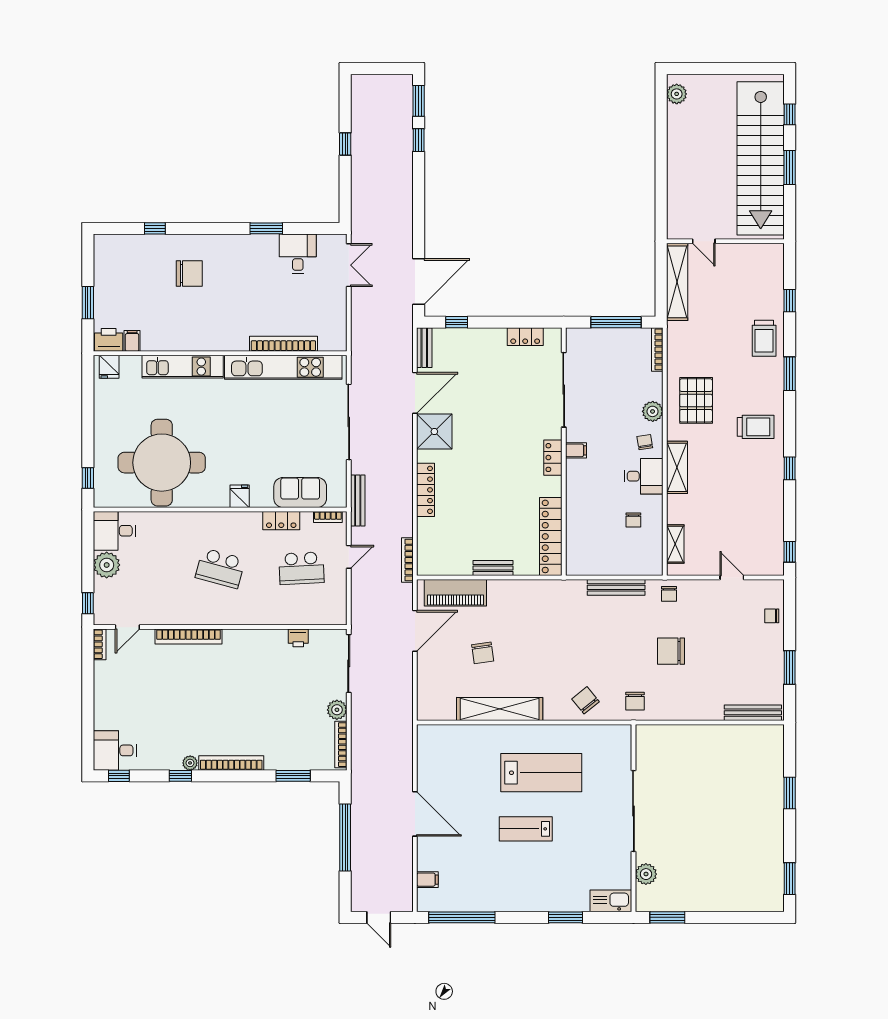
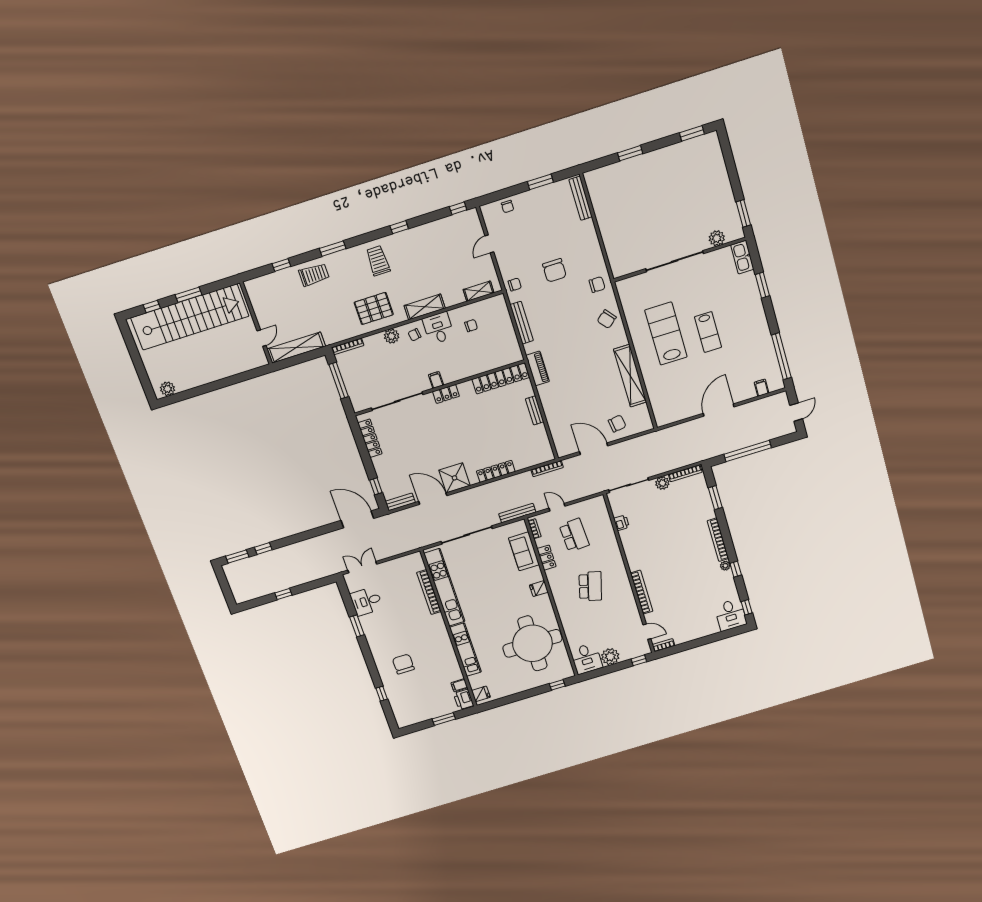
locker: (525, 337) -> (370, 438), width x1.53
piano: (455, 593) -> (538, 368), moved, width x0.73, depth x0.75
chair: (483, 653) -> (617, 424), moved

